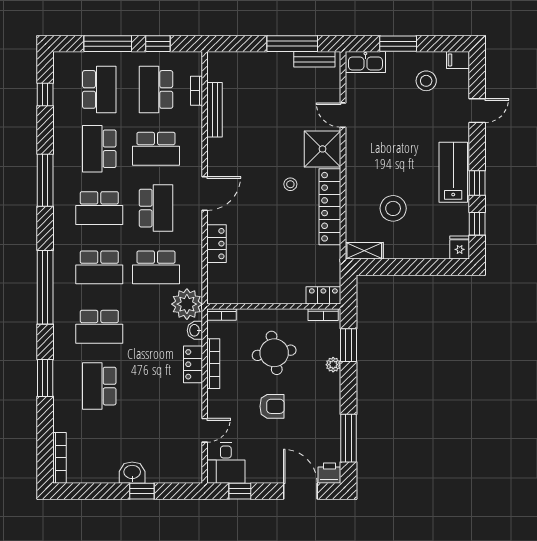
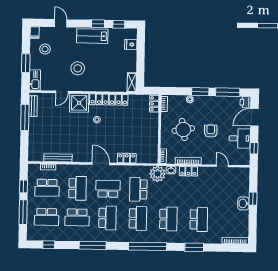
school desk: (99, 89) -> (47, 217), turned 180
stool: (393, 208) -> (78, 68), moved
fridge: (460, 248) -> (131, 45), moved
school desk: (156, 267) -> (138, 189), turned 180
window: (348, 345) -> (200, 92), moved
school desk: (99, 386) -> (199, 220), turned -90
desk: (226, 463) -> (240, 138), moved

